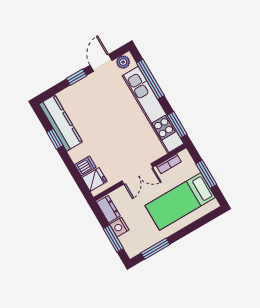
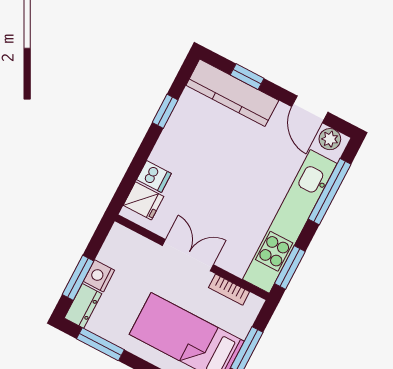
door: (101, 63) -> (310, 109), swing flipped
window: (77, 77) -> (247, 77), moved
kitchen counter: (61, 123) -> (232, 93), moved, turned 90
double door: (137, 174) -> (188, 255), swing flipped
dresser: (108, 209) -> (83, 306), moved

